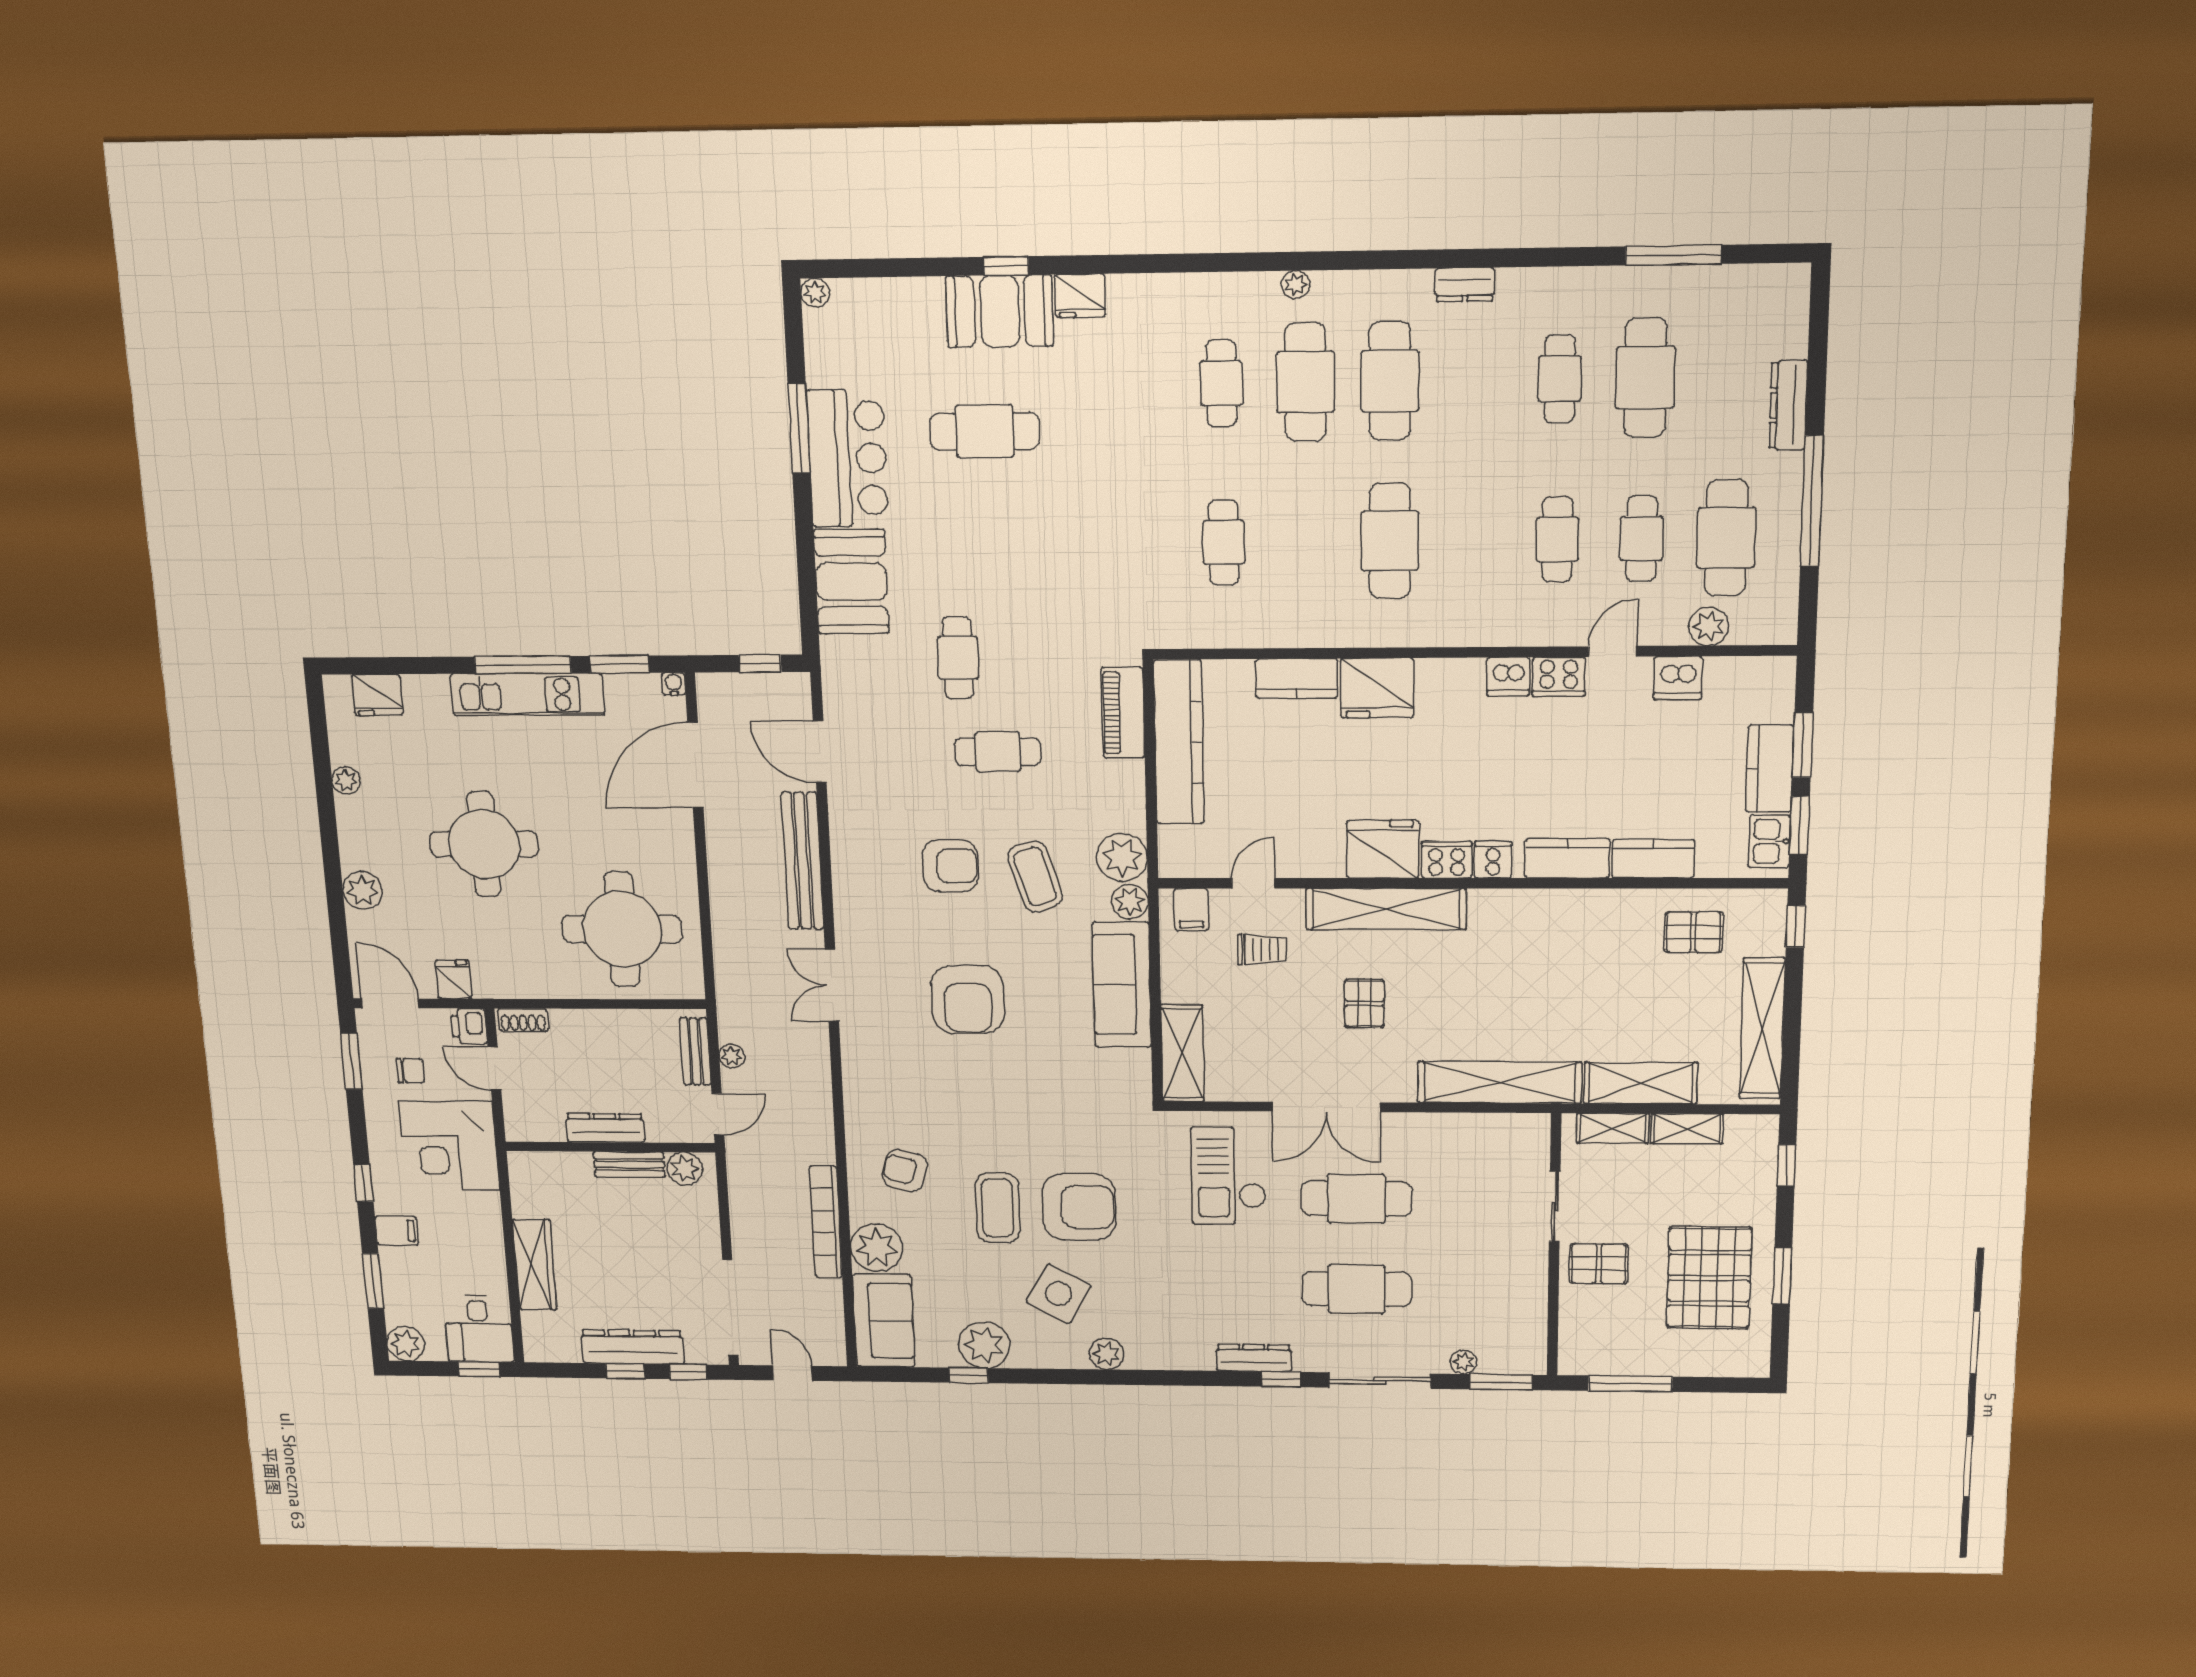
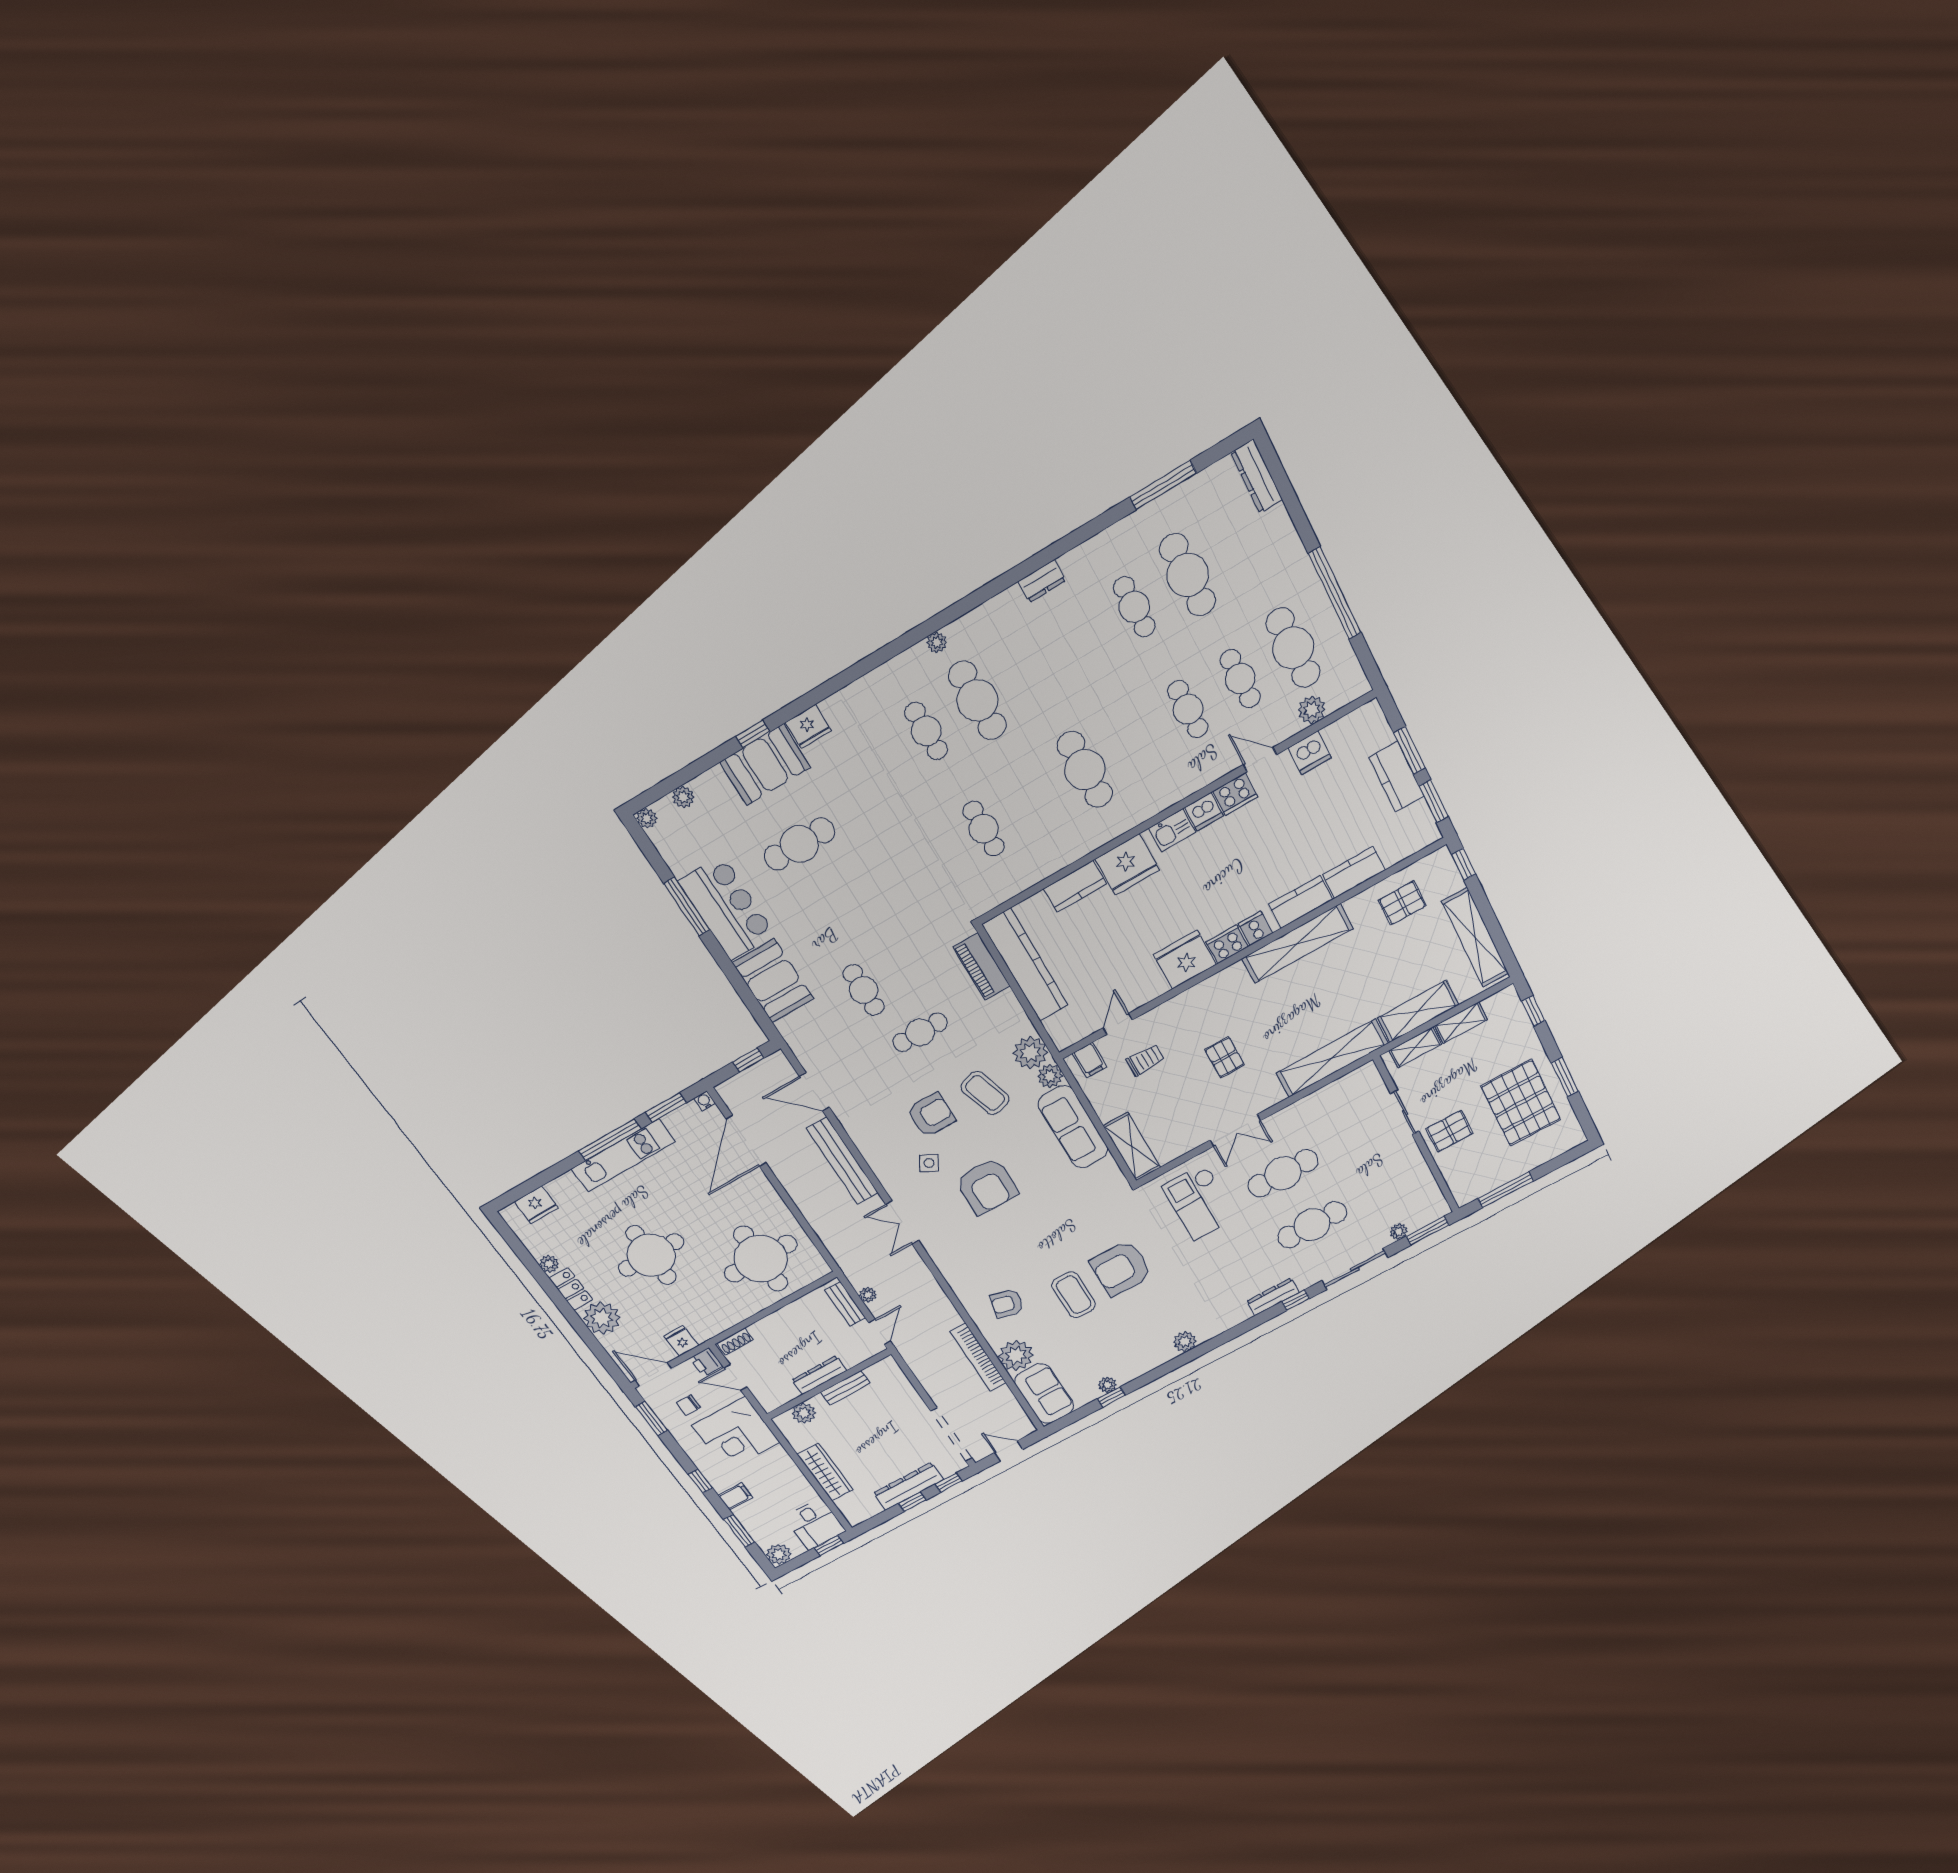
plant: (875, 293) -> (683, 797), added
cafe table: (1390, 381) -> (1029, 670), removed
dresser: (1788, 405) -> (1257, 476), moved
door: (1612, 651) -> (1260, 760), hinge flipped
locker: (353, 829) -> (571, 1289), added
kitchen sink: (1770, 841) -> (1172, 830), moved, turned -90
plant: (362, 890) -> (602, 1318), width x1.36, depth x1.36
shelving: (1386, 909) -> (1297, 944), moved
chair: (411, 1071) -> (688, 1405), turned 180
double door: (1326, 1107) -> (1235, 1130), width x0.73
plant: (685, 1169) -> (804, 1413), moved
armchair: (1079, 1207) -> (1121, 1268), turned 180
side table: (1059, 1294) -> (929, 1163), moved, width x0.54, depth x0.54
plant: (984, 1345) -> (1107, 1385), width x0.53, depth x0.53

